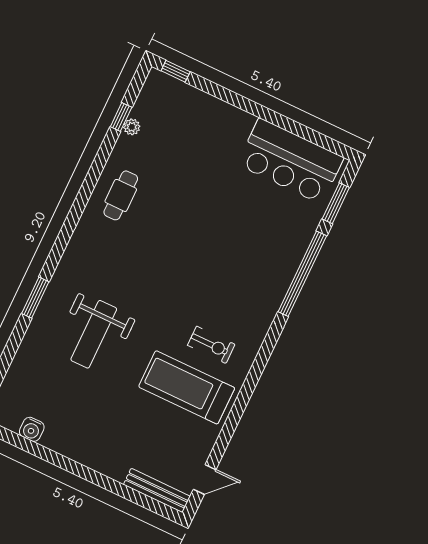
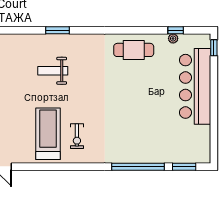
bar counter: (290, 161) -> (195, 86), moved, width x1.36
cafe table: (121, 195) -> (134, 50), width x1.37, depth x1.35
weight bench: (94, 334) -> (53, 71), width x0.73, depth x0.75

